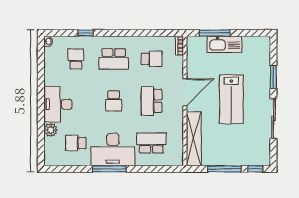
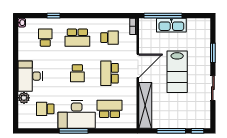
window: (215, 33) -> (163, 16), width x1.46
sliding door: (273, 119) -> (213, 88), width x0.73

